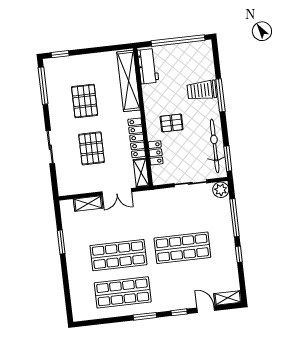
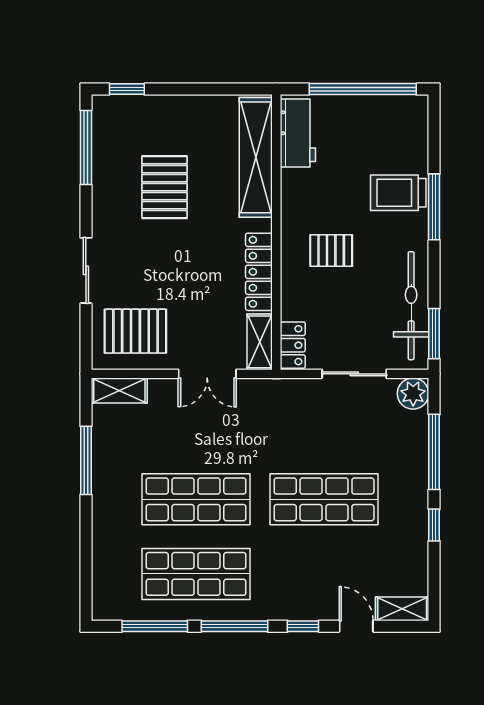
pallet: (92, 148) -> (135, 331), moved, turned 90
locker: (156, 153) -> (293, 345), moved
shelving: (88, 204) -> (119, 390), moved
window: (61, 242) -> (86, 460), width x1.44
window: (145, 316) -> (234, 626), width x1.44
window: (105, 321) -> (155, 626), added

